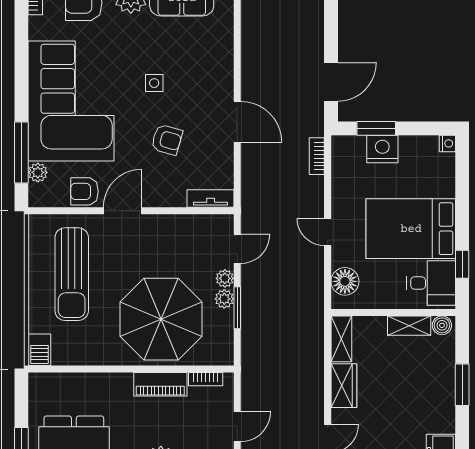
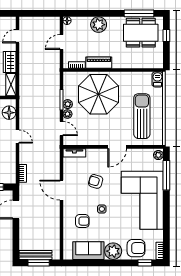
plant: (38, 172) -> (158, 155), moved
armchair: (84, 191) -> (82, 221), moved
door: (237, 249) -> (61, 128), swing flipped

